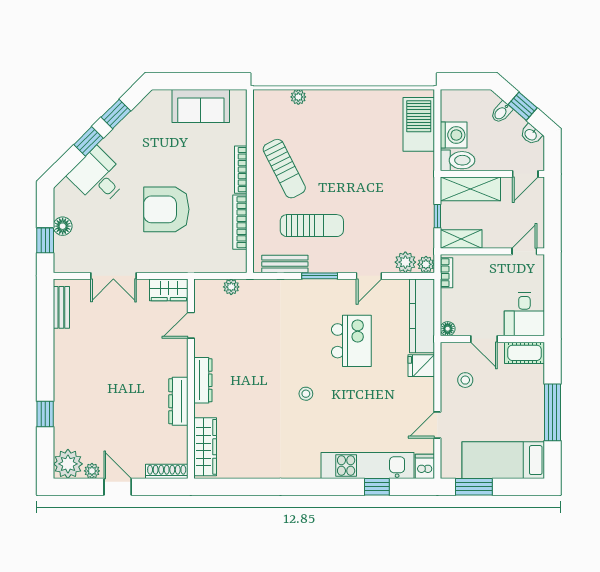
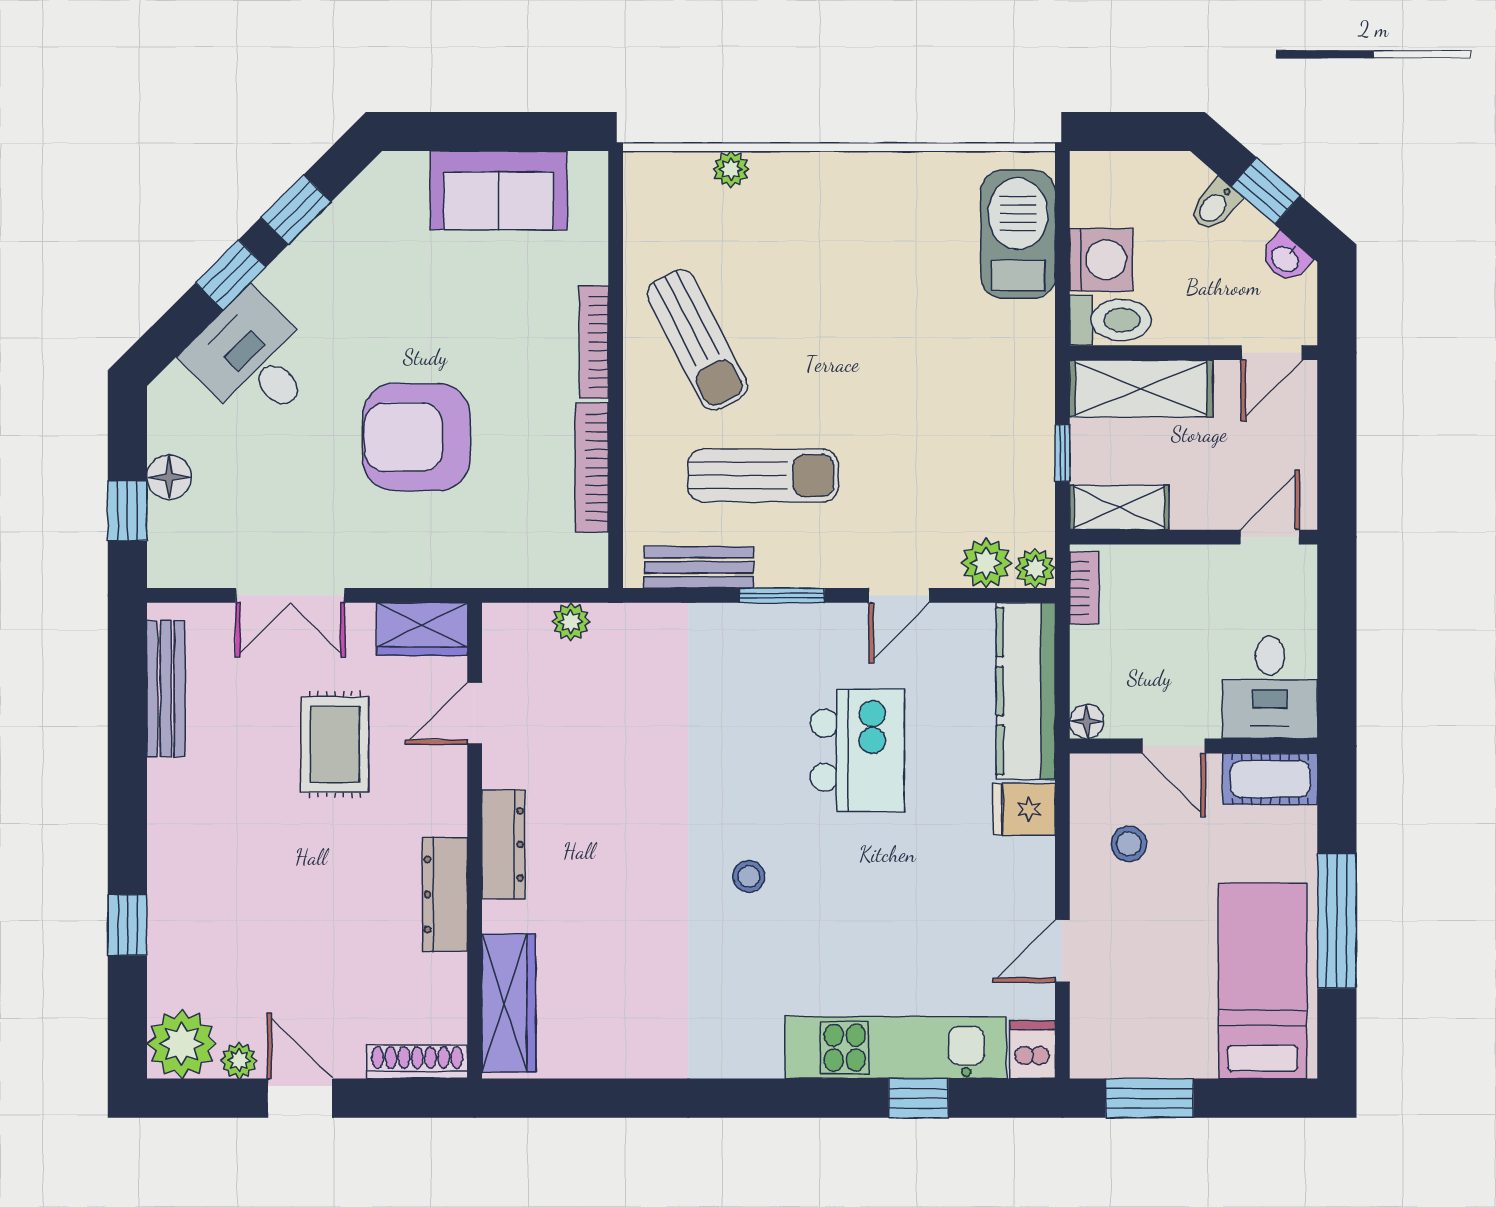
bench: (61, 307) -> (166, 689), width x1.36
rug: (132, 338) -> (335, 744), added
bed: (503, 460) -> (1263, 981), moved, turned 90

